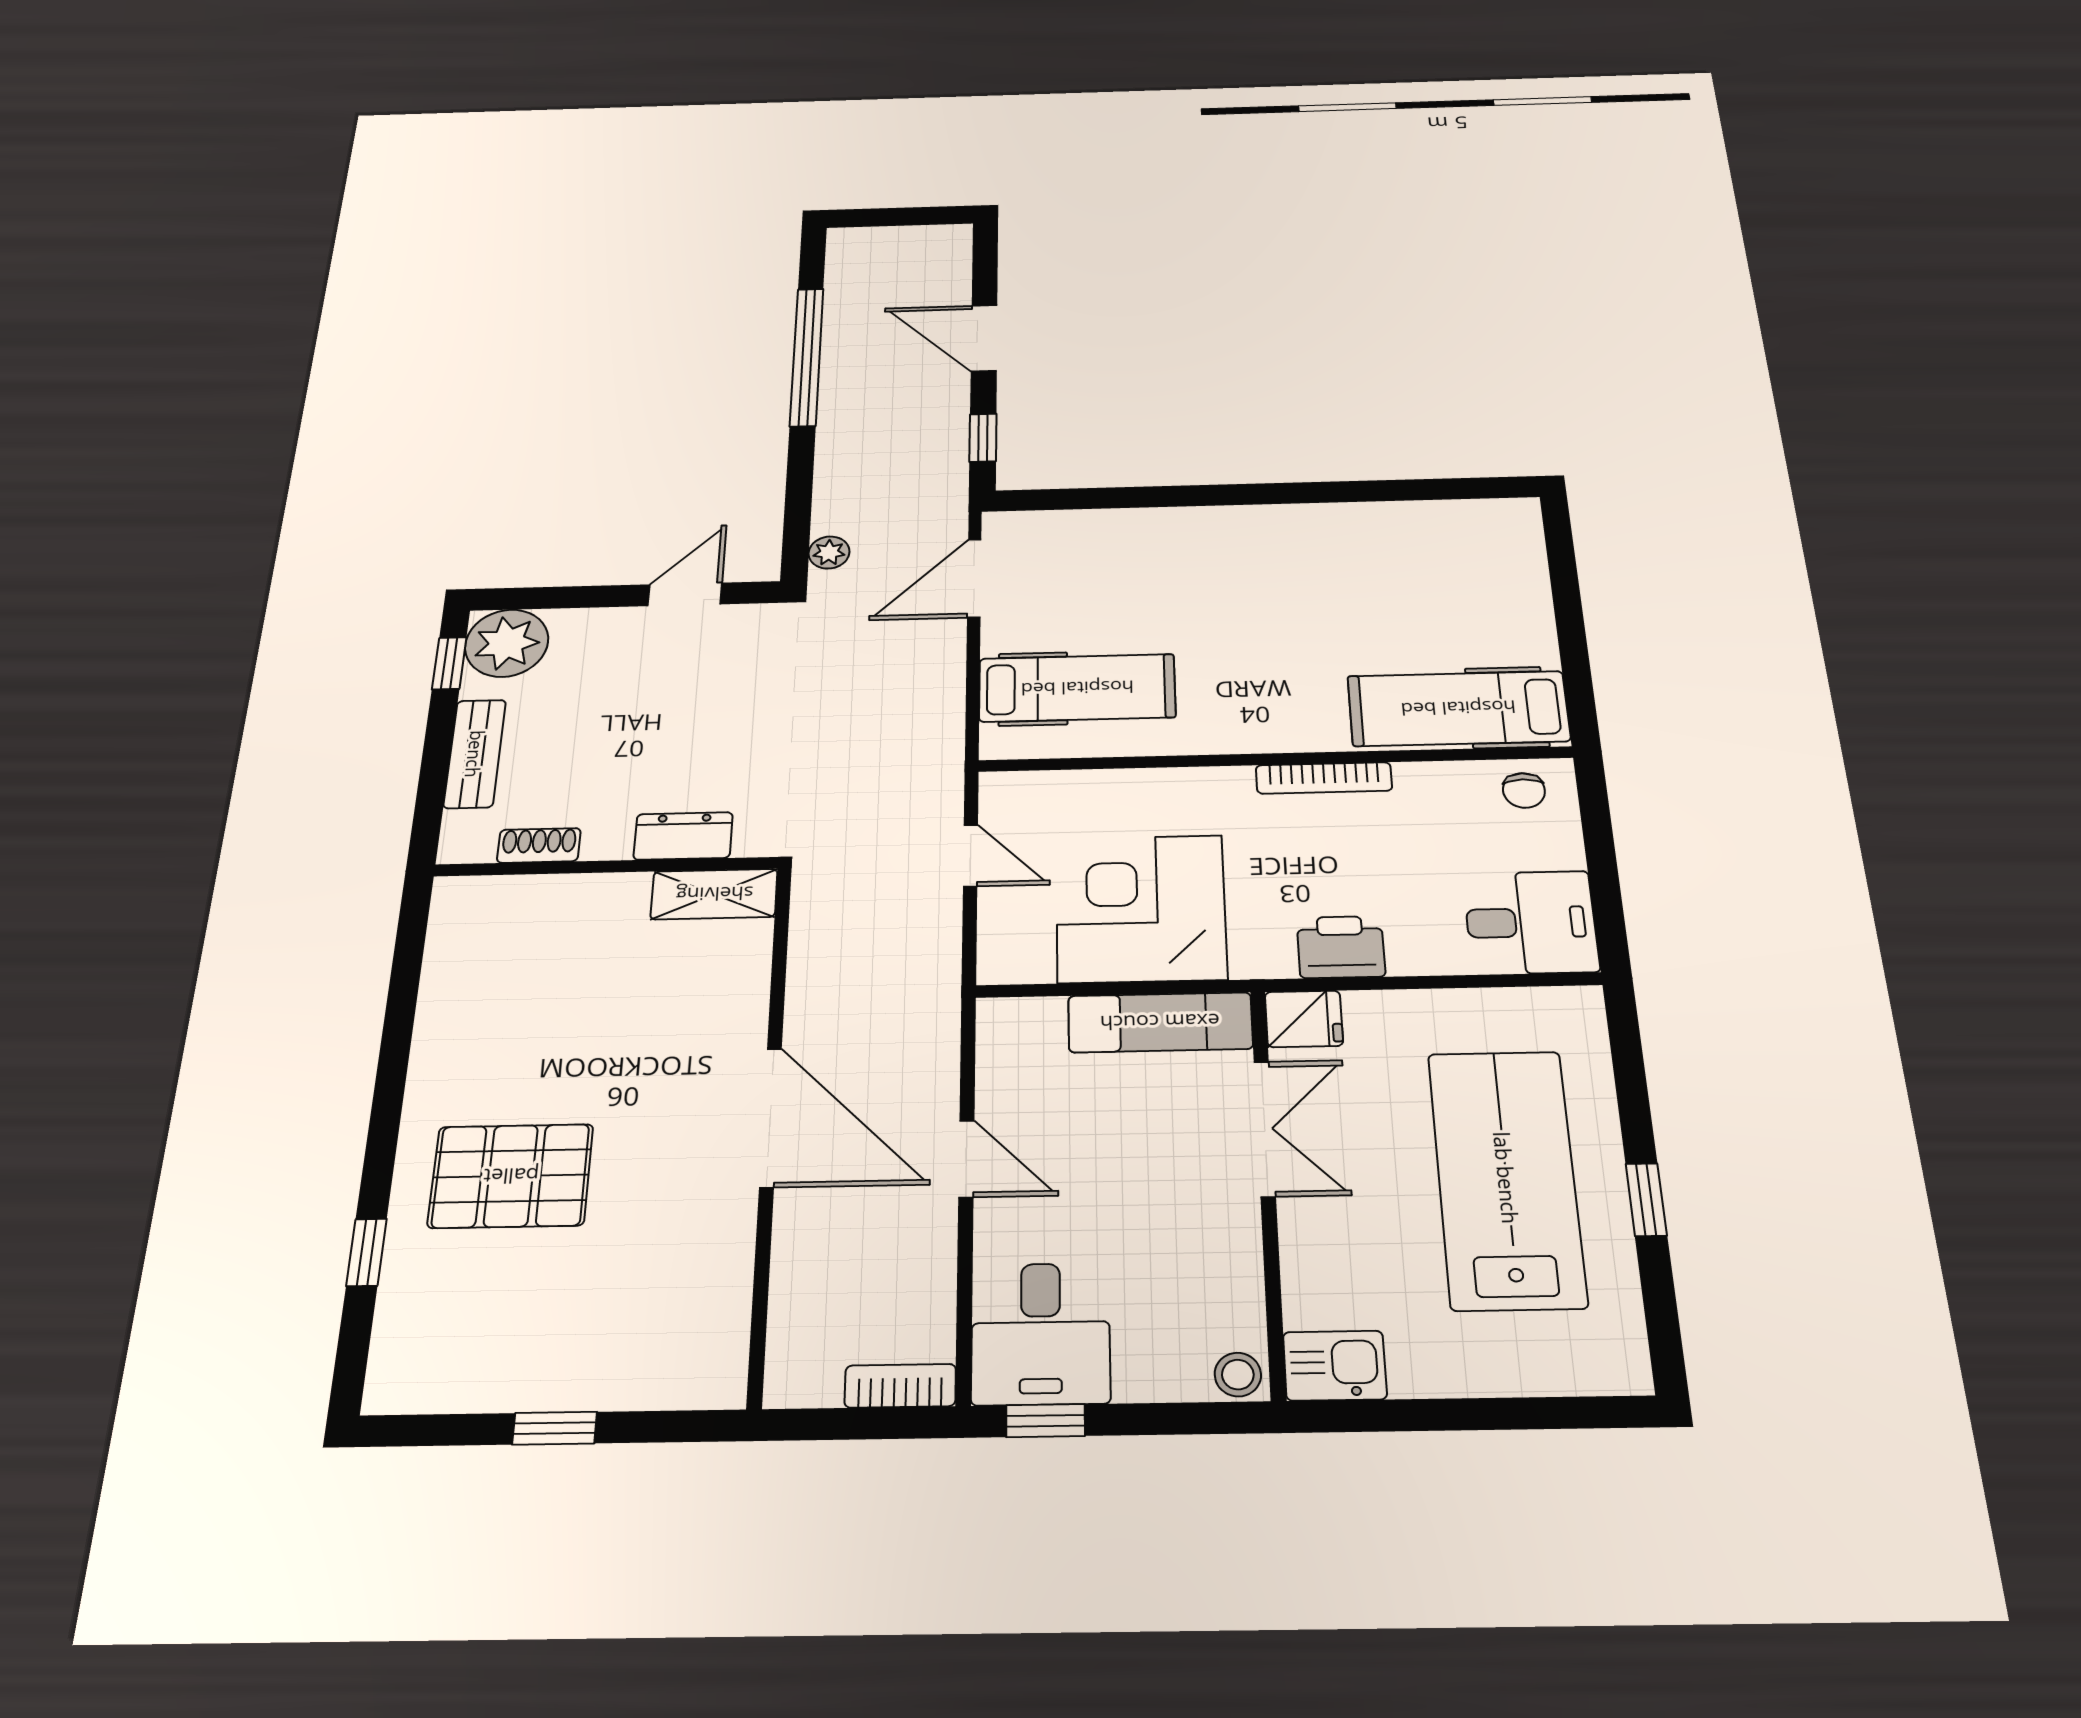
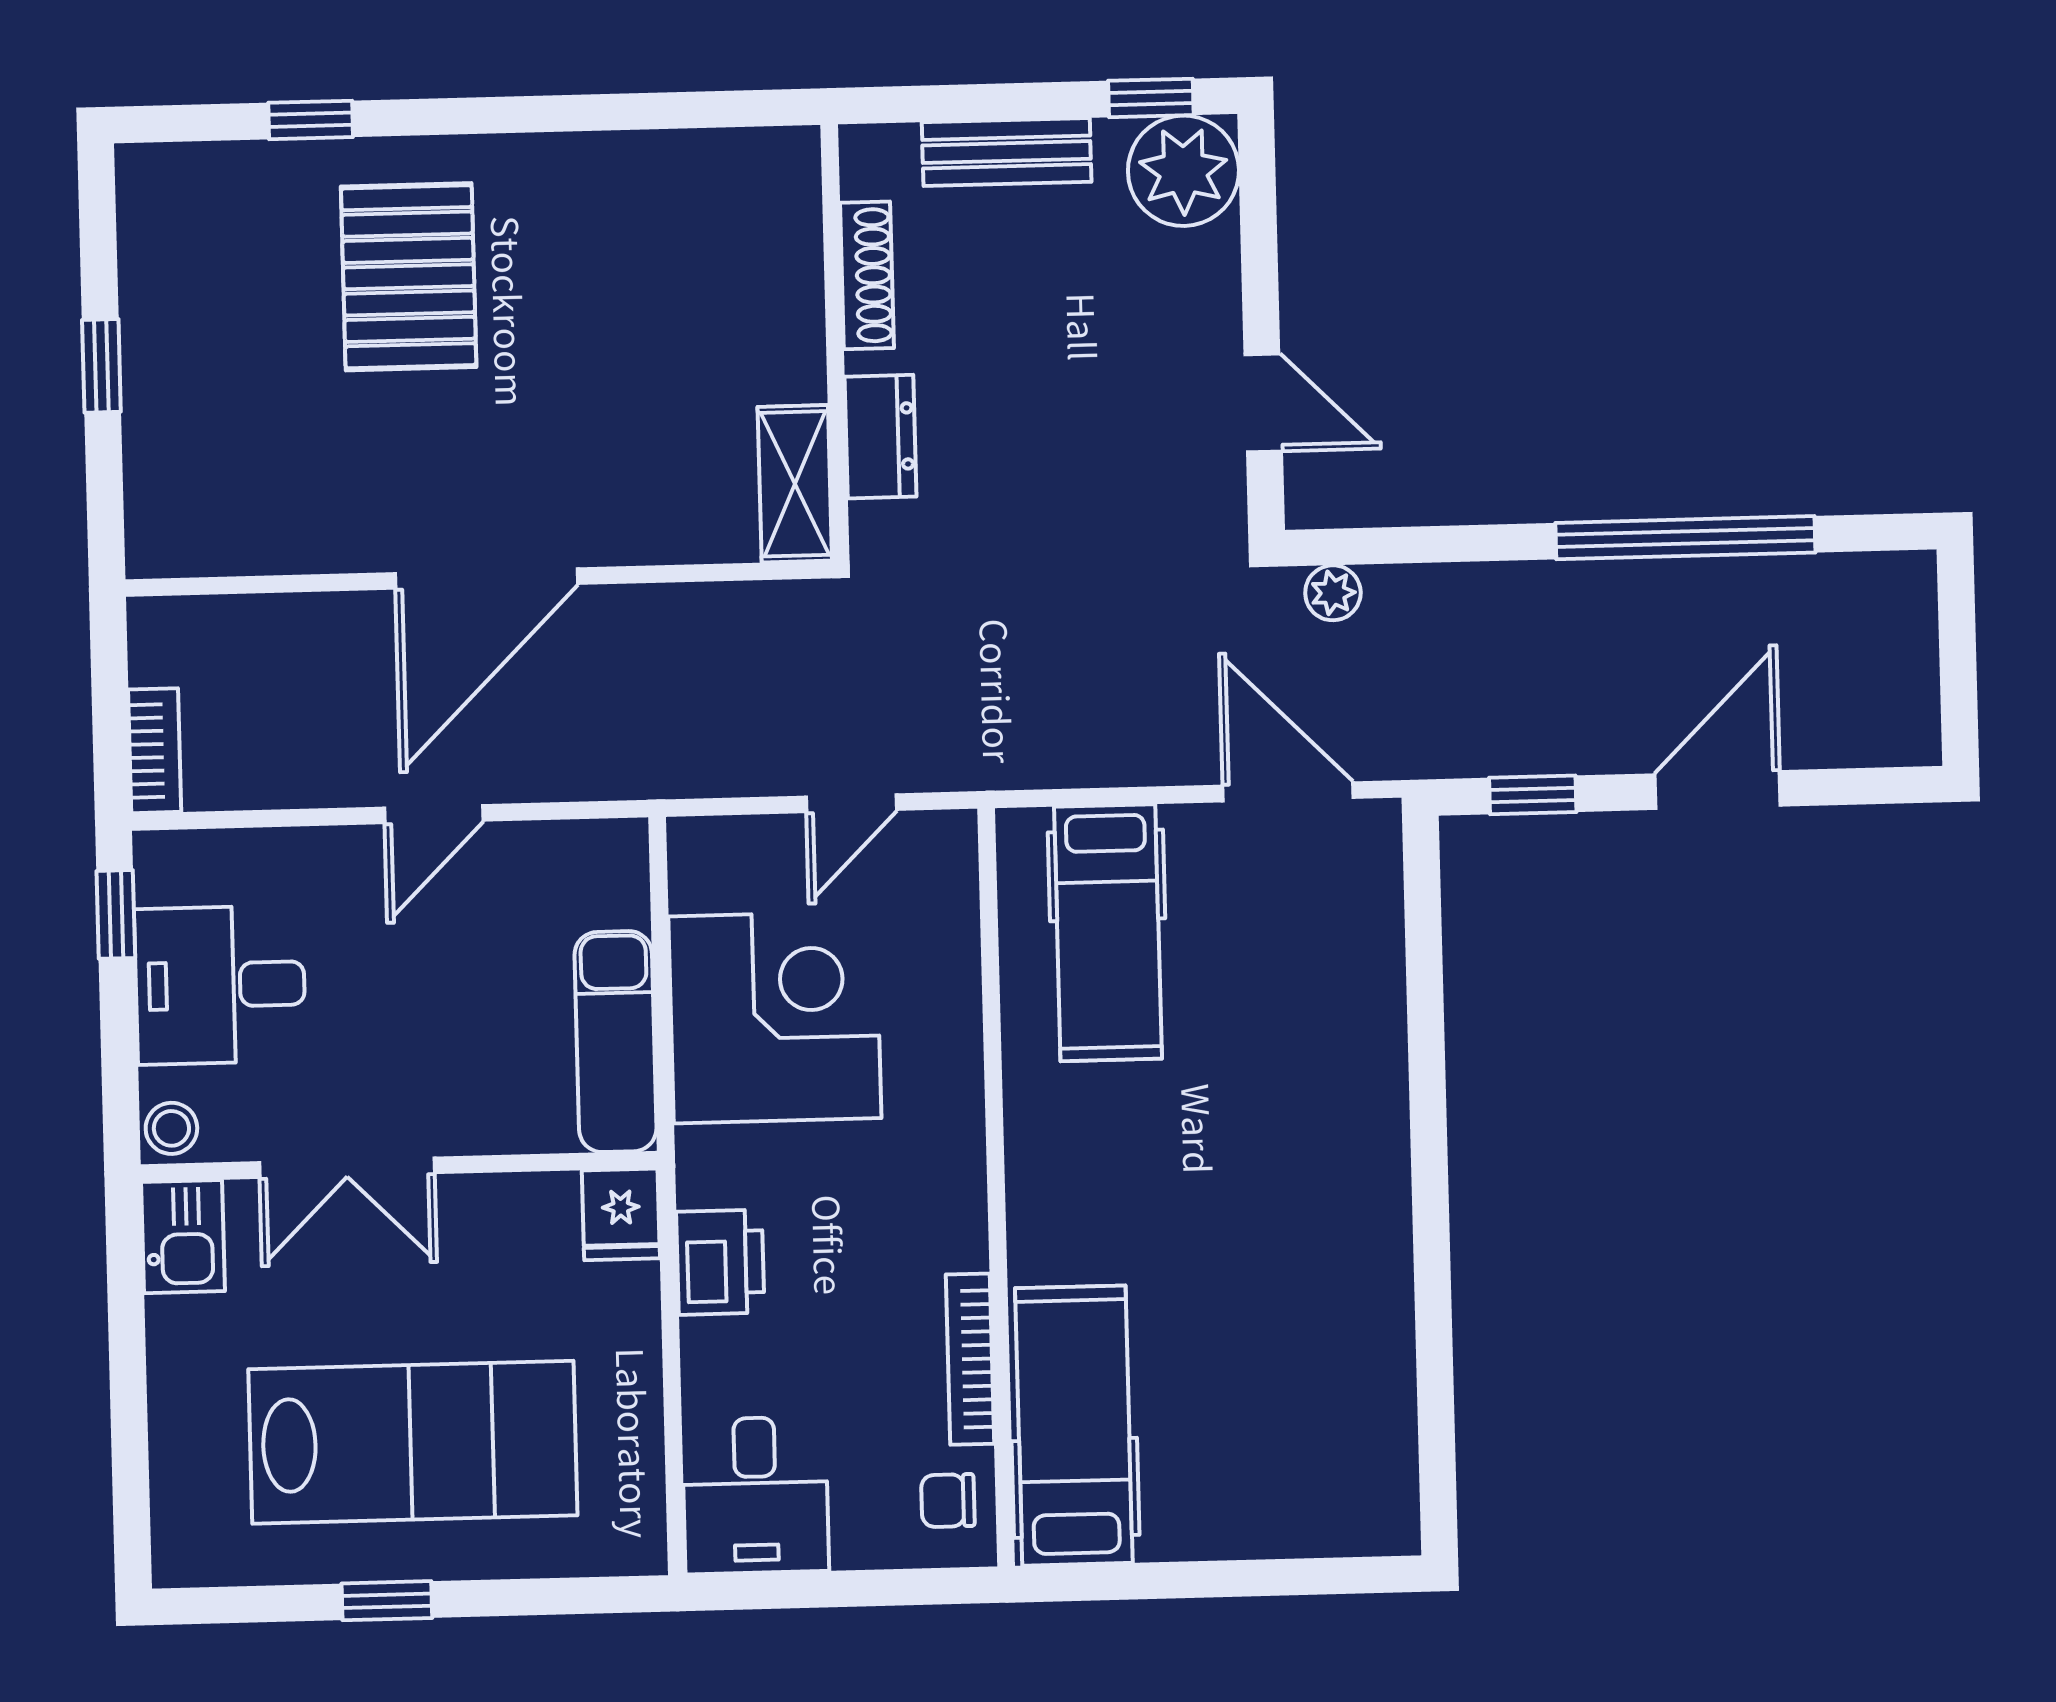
bookcase: (1324, 778) -> (970, 1359), moved
shoe rack: (539, 845) -> (867, 275), width x1.43
double door: (1265, 1128) -> (347, 1168), moved
desk: (1041, 1333) -> (220, 985), moved

